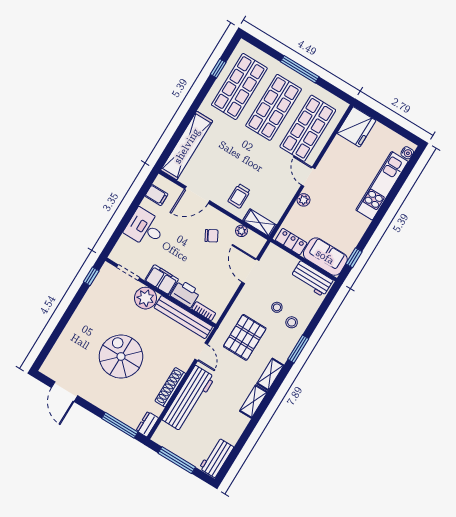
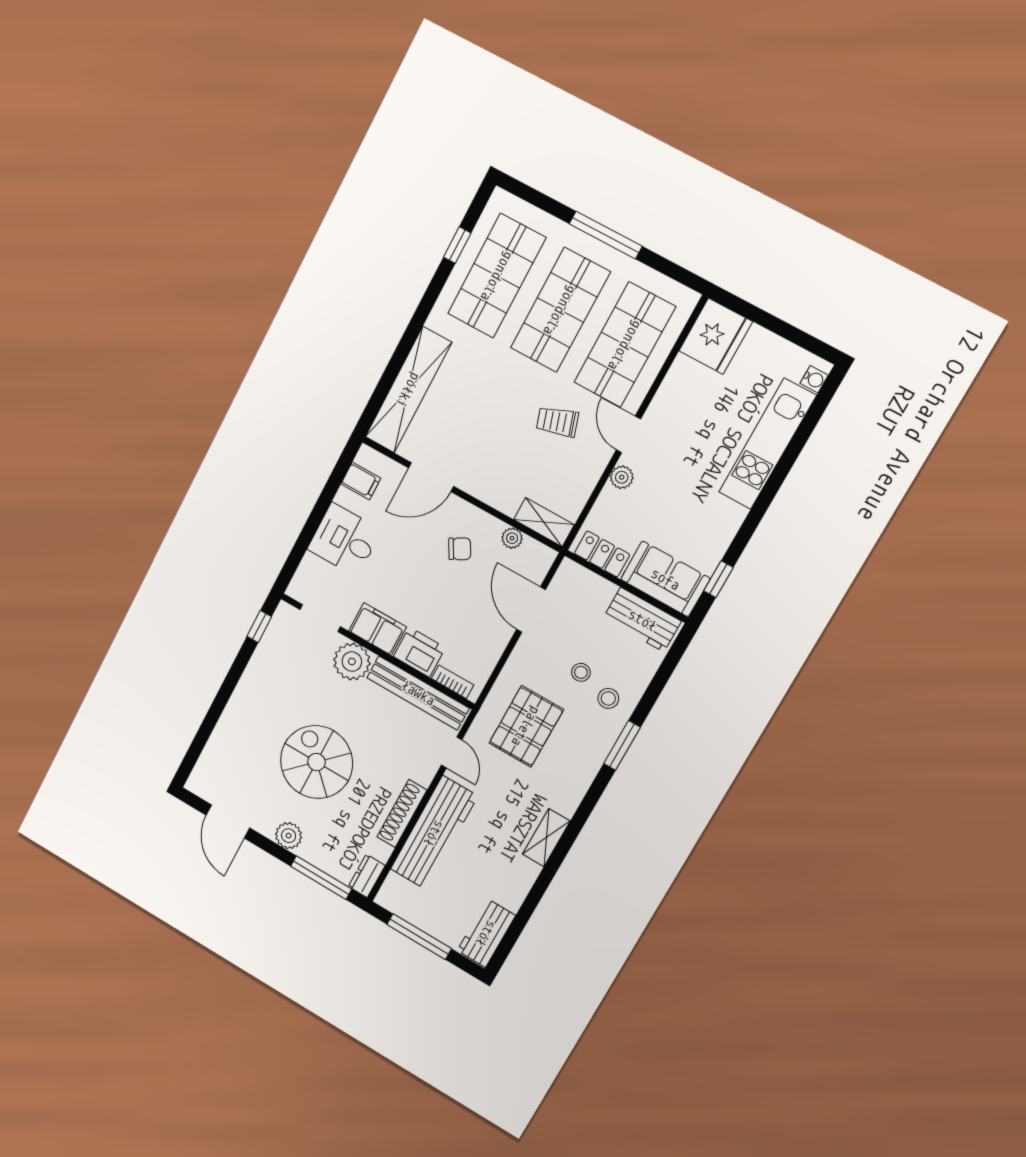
trolley: (239, 196) -> (557, 422), moved, turned 72
shelving: (270, 374) -> (574, 791), removed
plant: (101, 400) -> (289, 836), added

